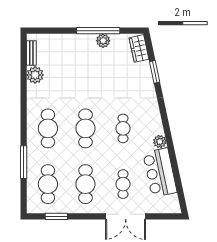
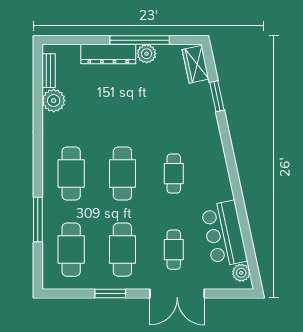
dresser: (75, 41) -> (108, 54), added
plant: (160, 142) -> (241, 273), moved
window: (56, 216) -> (110, 294), moved

